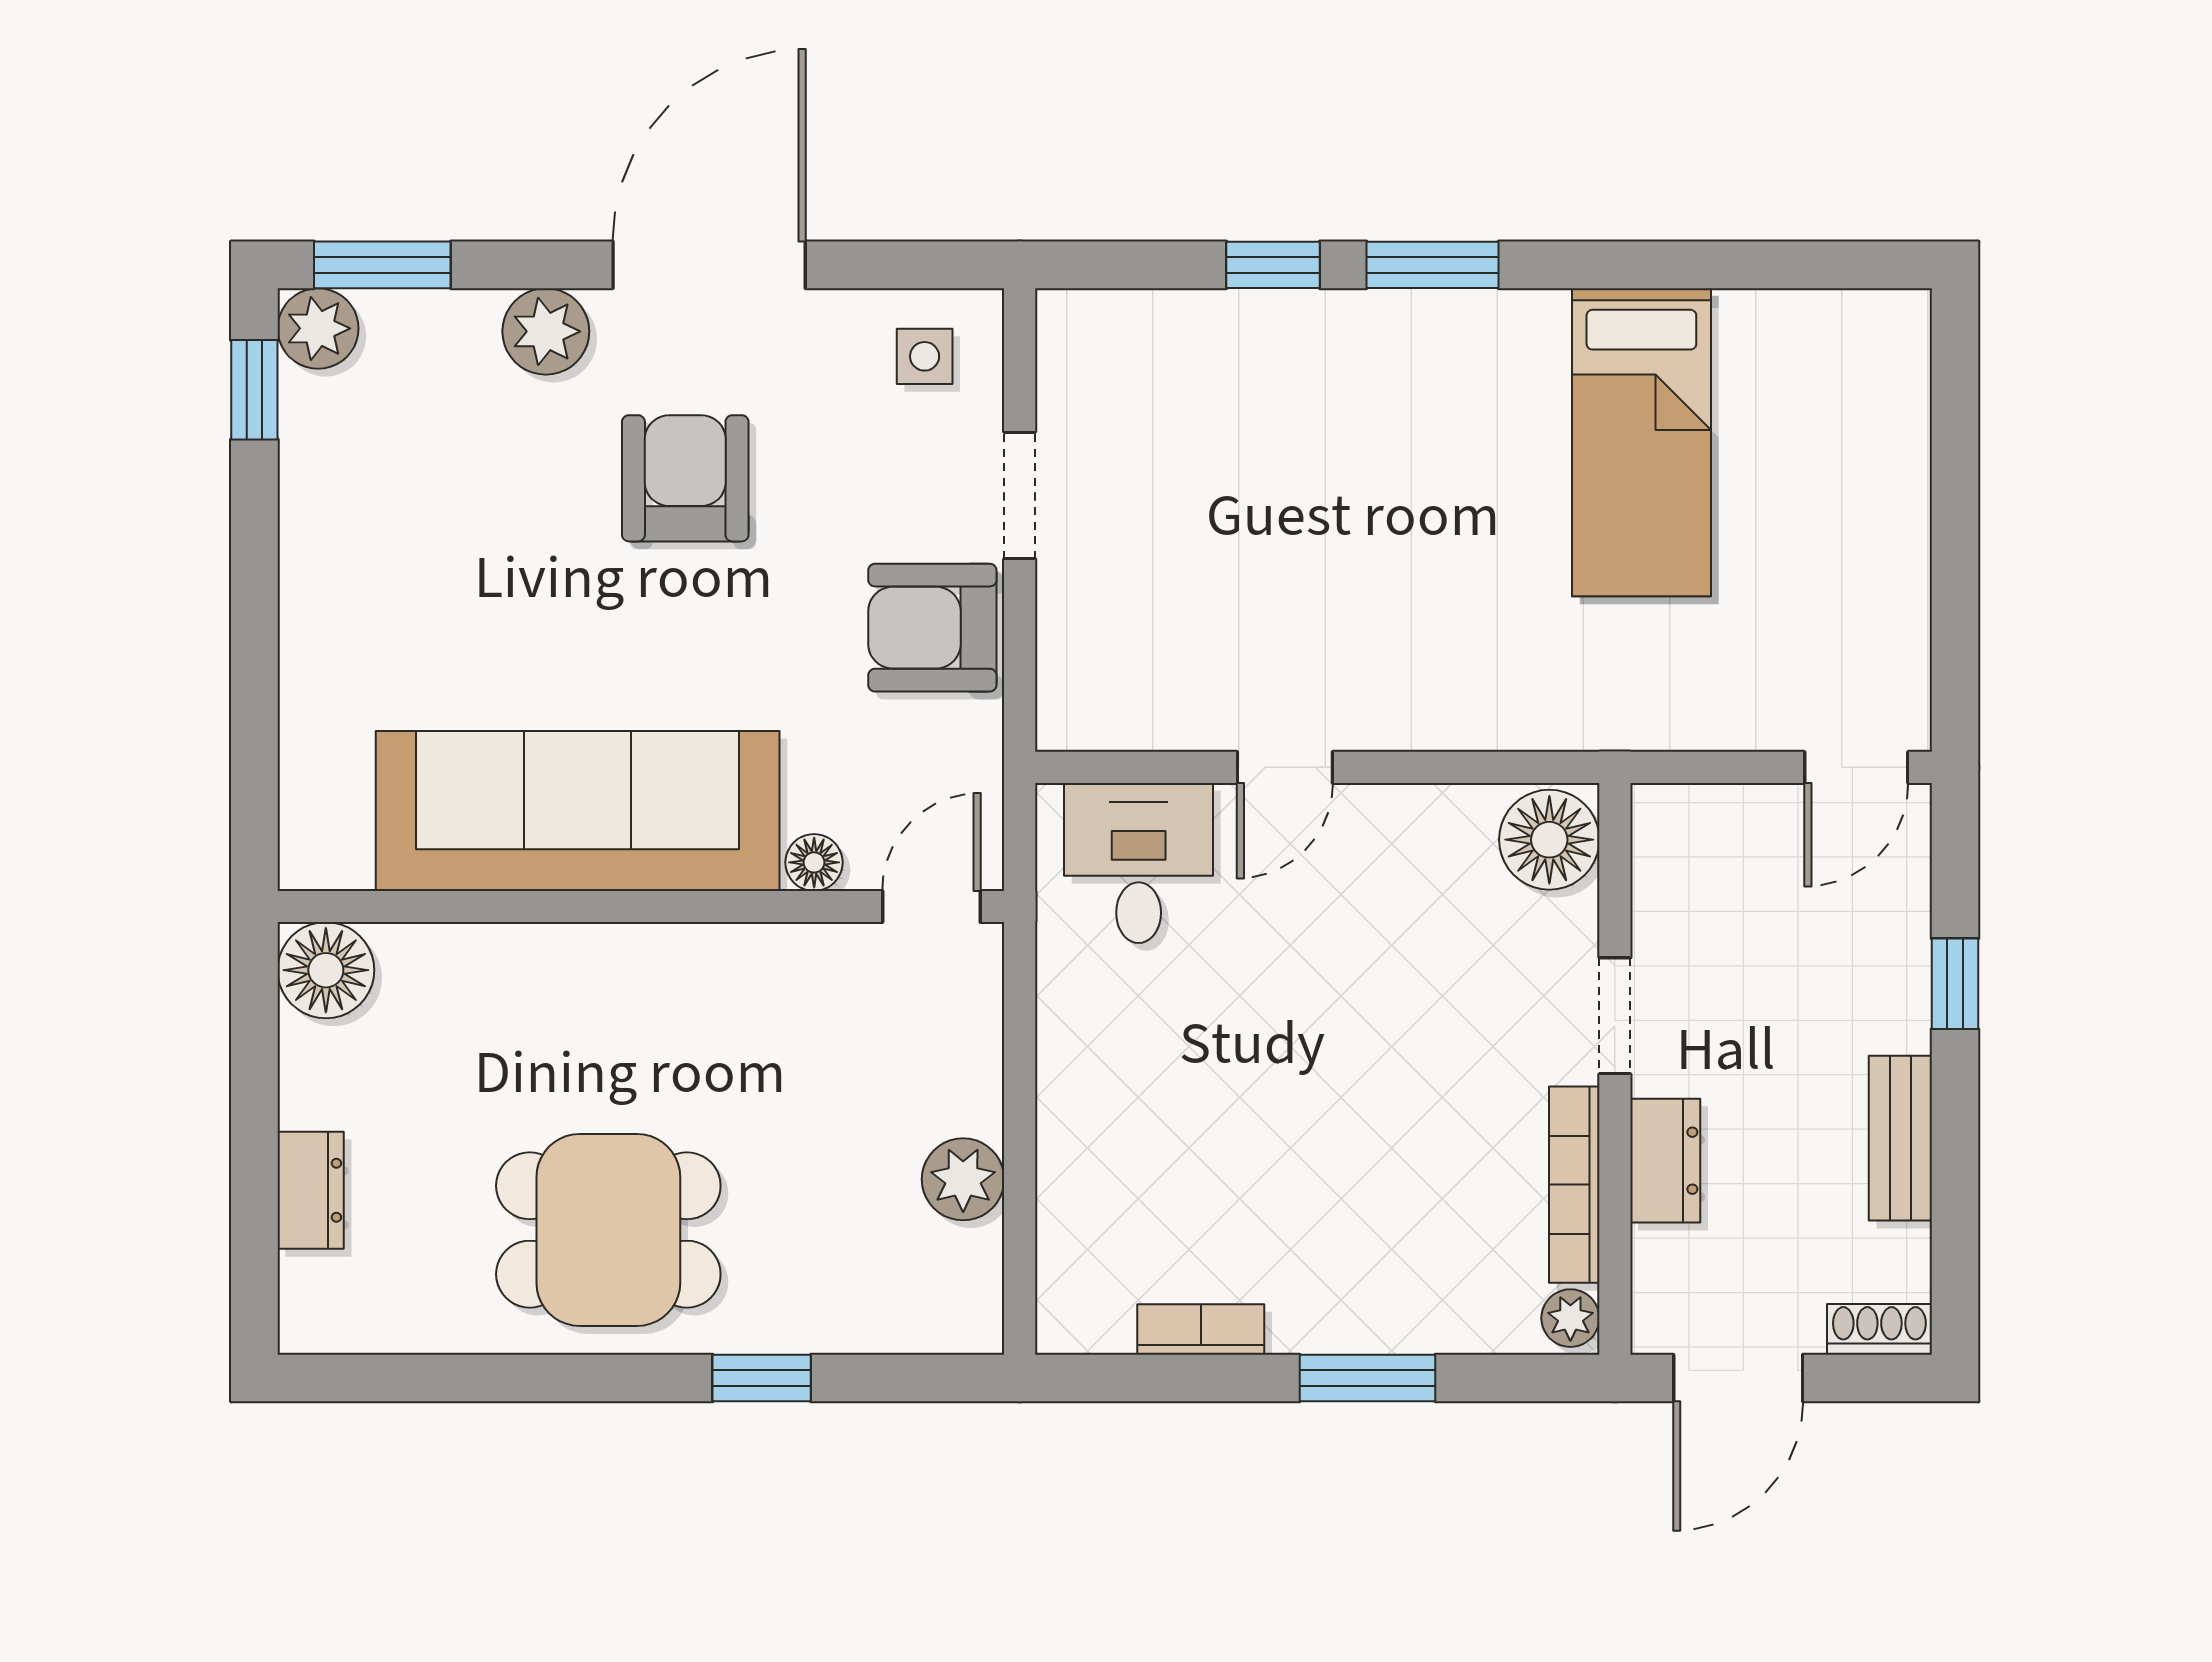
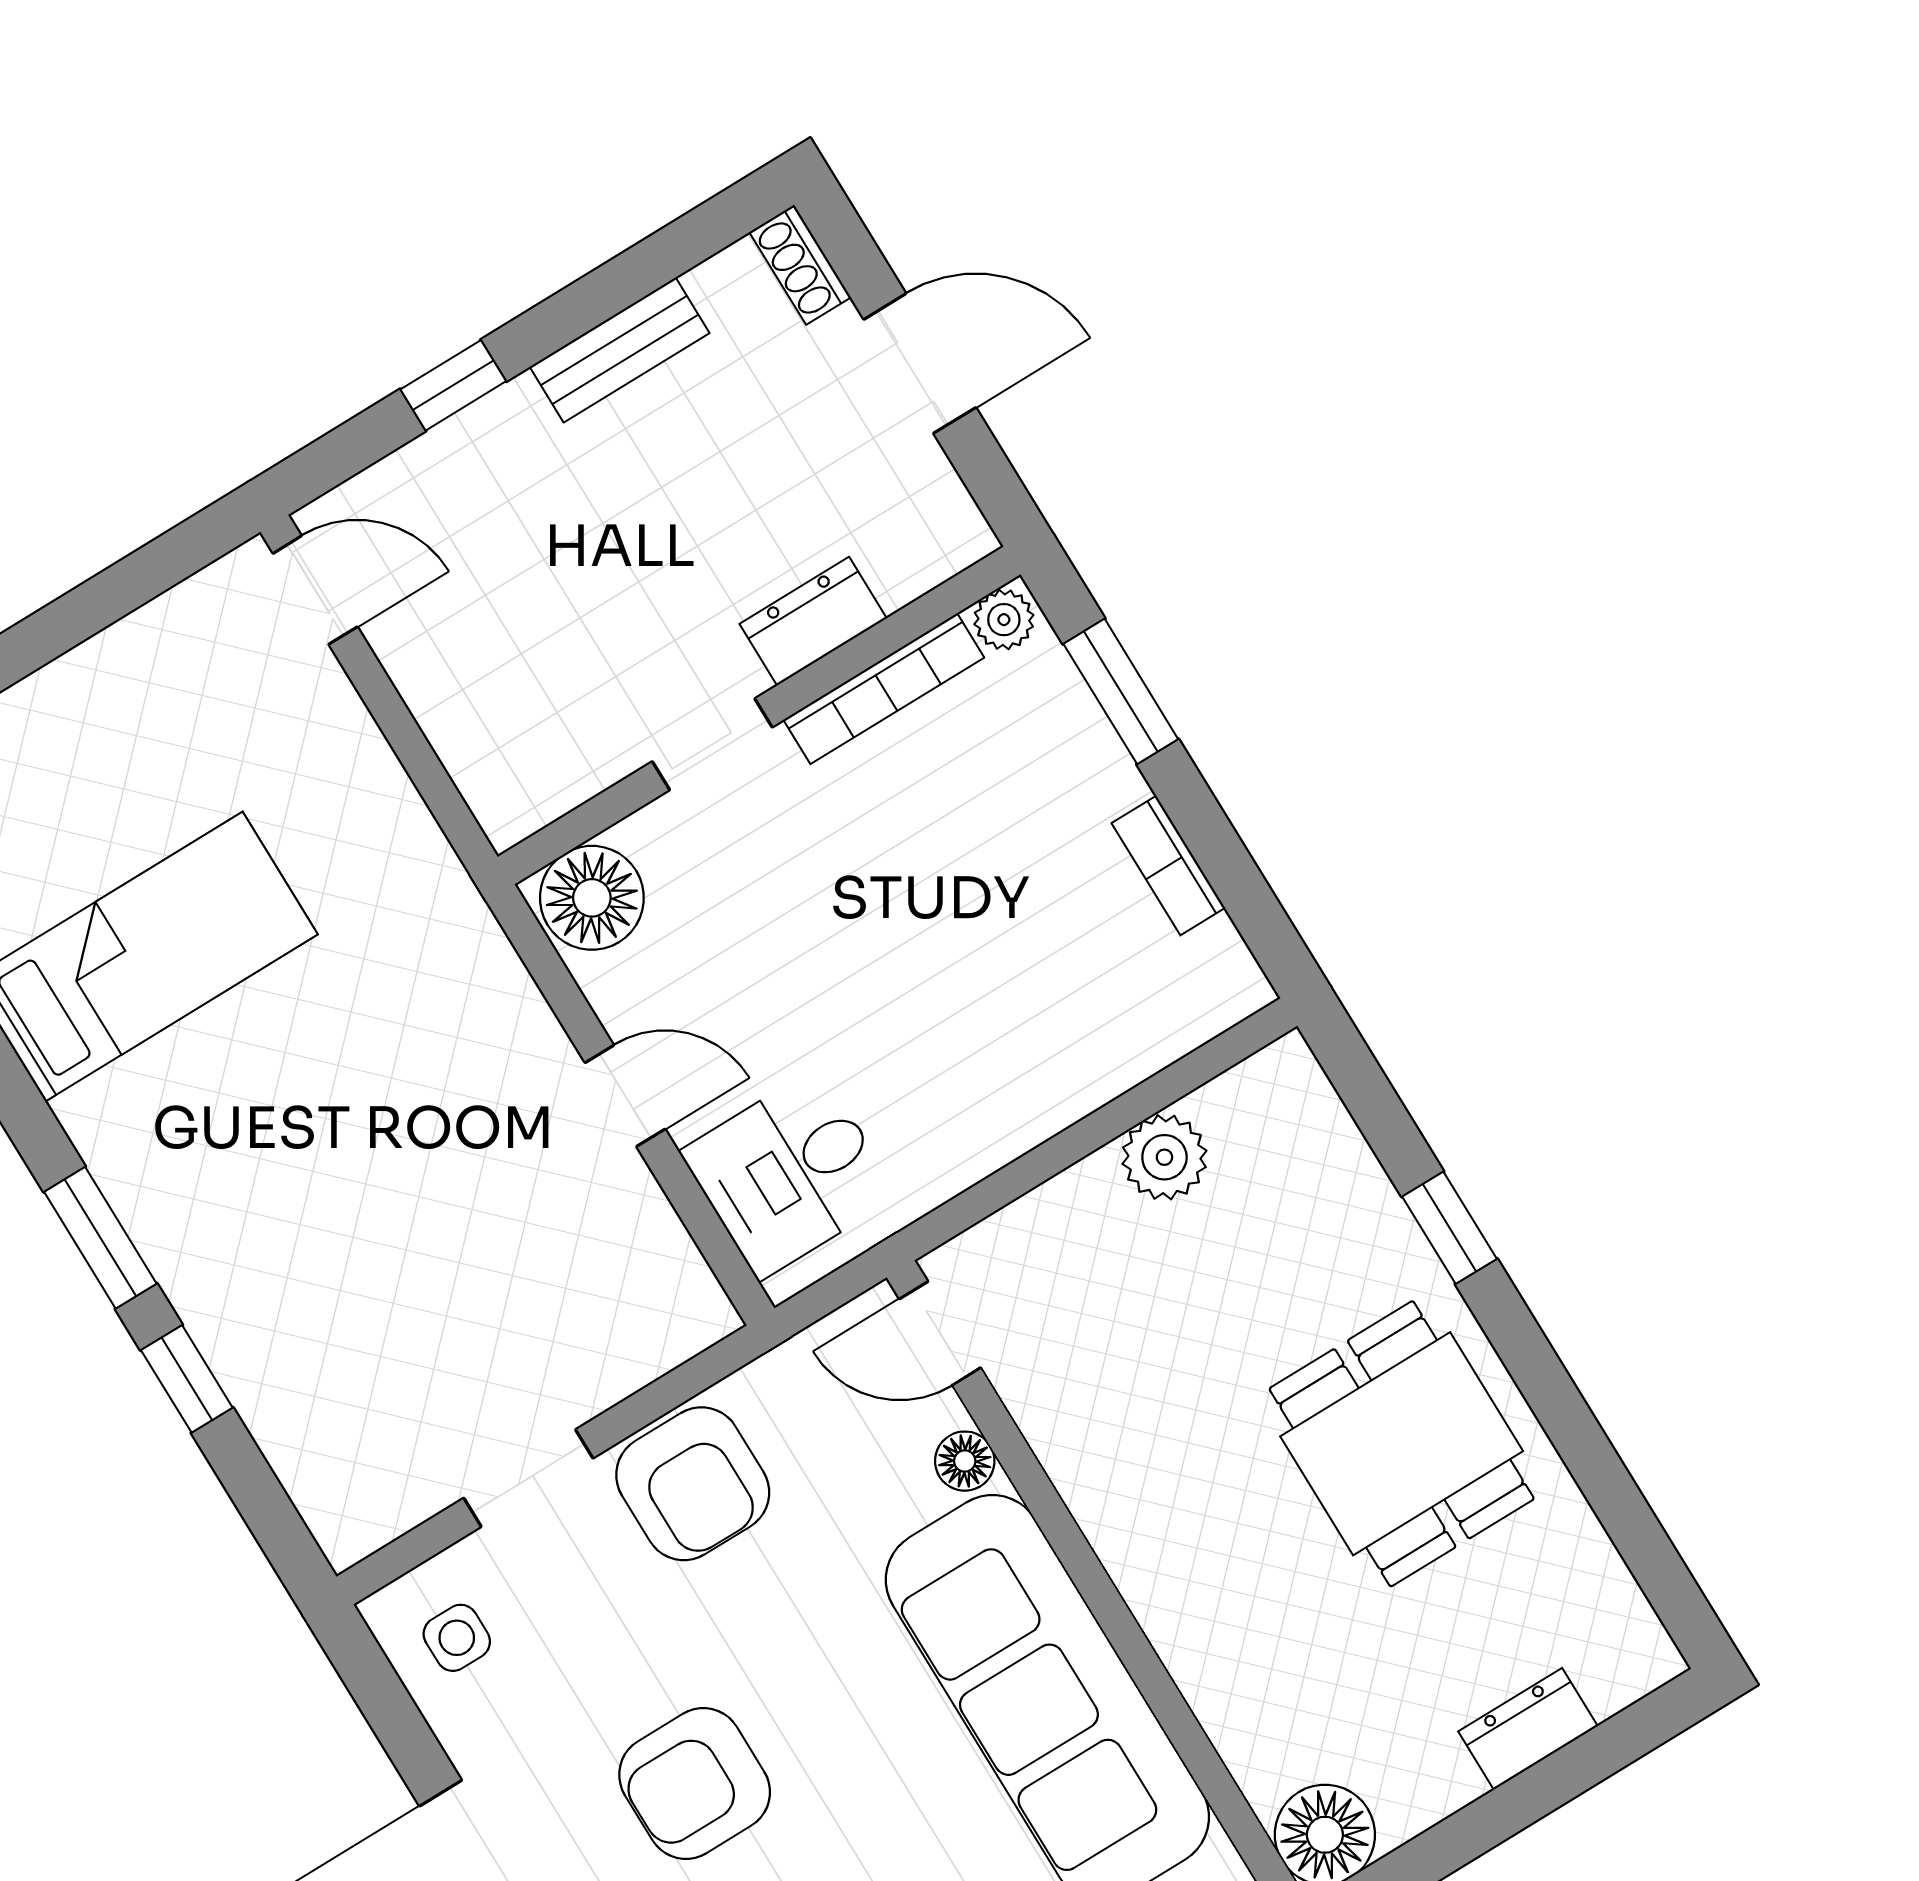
floor lamp: (1549, 840) -> (592, 898), moved
doorway: (1615, 1016) -> (712, 744), moved
wall: (1615, 1069) -> (759, 716), moved
dresser: (1665, 1161) -> (813, 621), moved
bookcase: (1574, 1185) -> (884, 689), moved
plant: (1570, 1318) -> (1004, 620), moved

